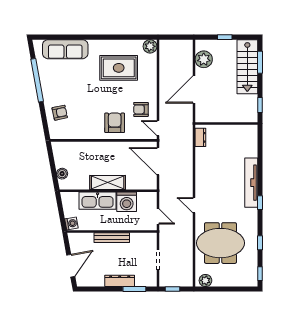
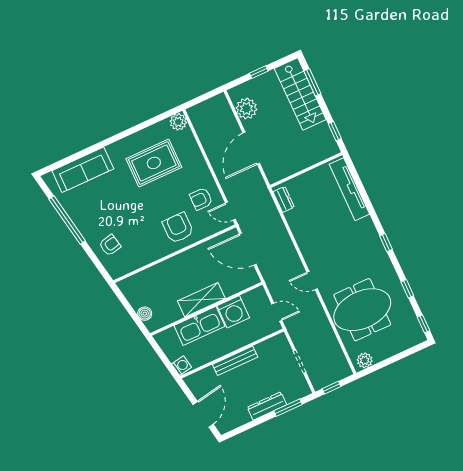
tv unit: (251, 183) -> (349, 189), moved

